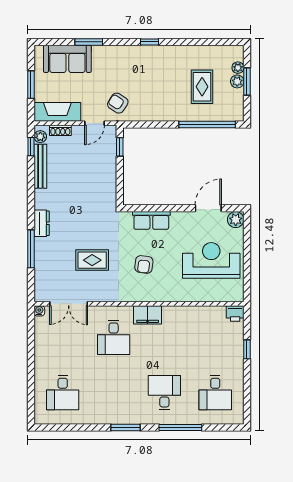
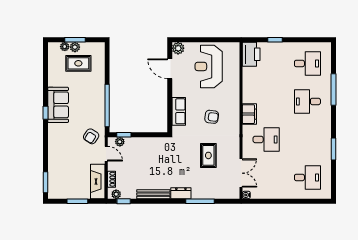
window: (89, 42) -> (45, 182), moved
sofa: (67, 59) -> (58, 105), moved
rug: (202, 87) -> (78, 63), moved
window: (207, 125) -> (107, 105), moved
plant: (111, 141) -> (120, 142), added
bench: (40, 166) -> (153, 194), moved
printer: (235, 314) -> (251, 54), width x1.87, depth x1.48
window: (125, 427) -> (333, 149), moved

